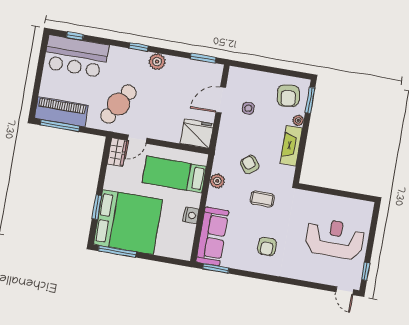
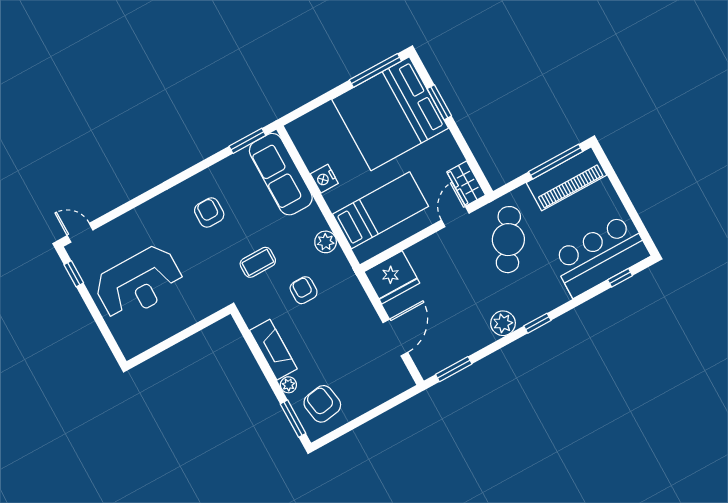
side table: (248, 108) -> (357, 353), removed
armchair: (250, 165) -> (304, 290), turned -141

